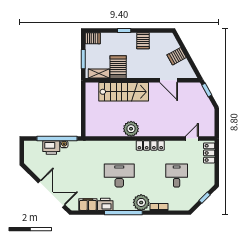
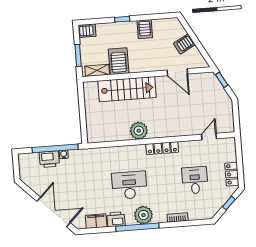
locker: (209, 153) -> (232, 174), moved
plant: (141, 202) -> (143, 215), moved

